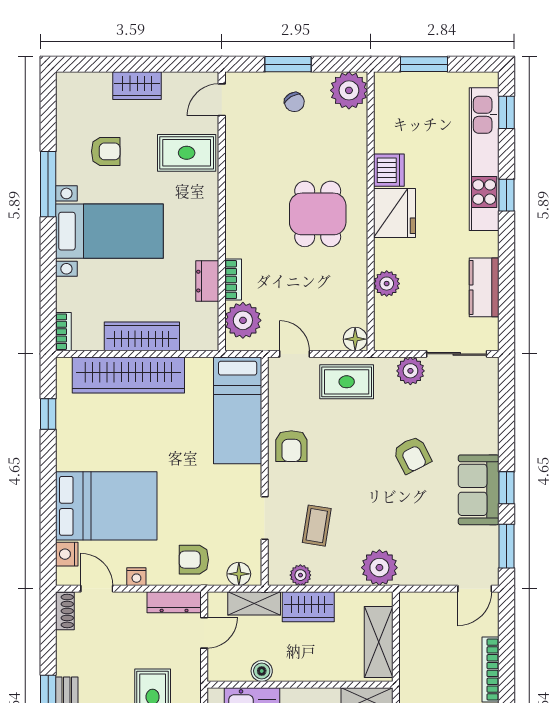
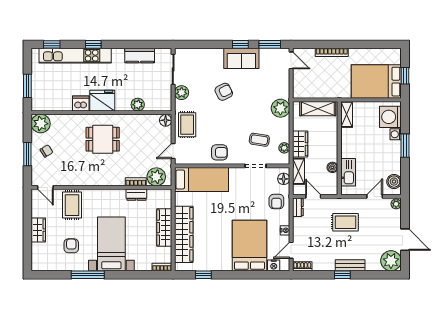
dresser: (174, 602) -> (298, 207), width x0.70

